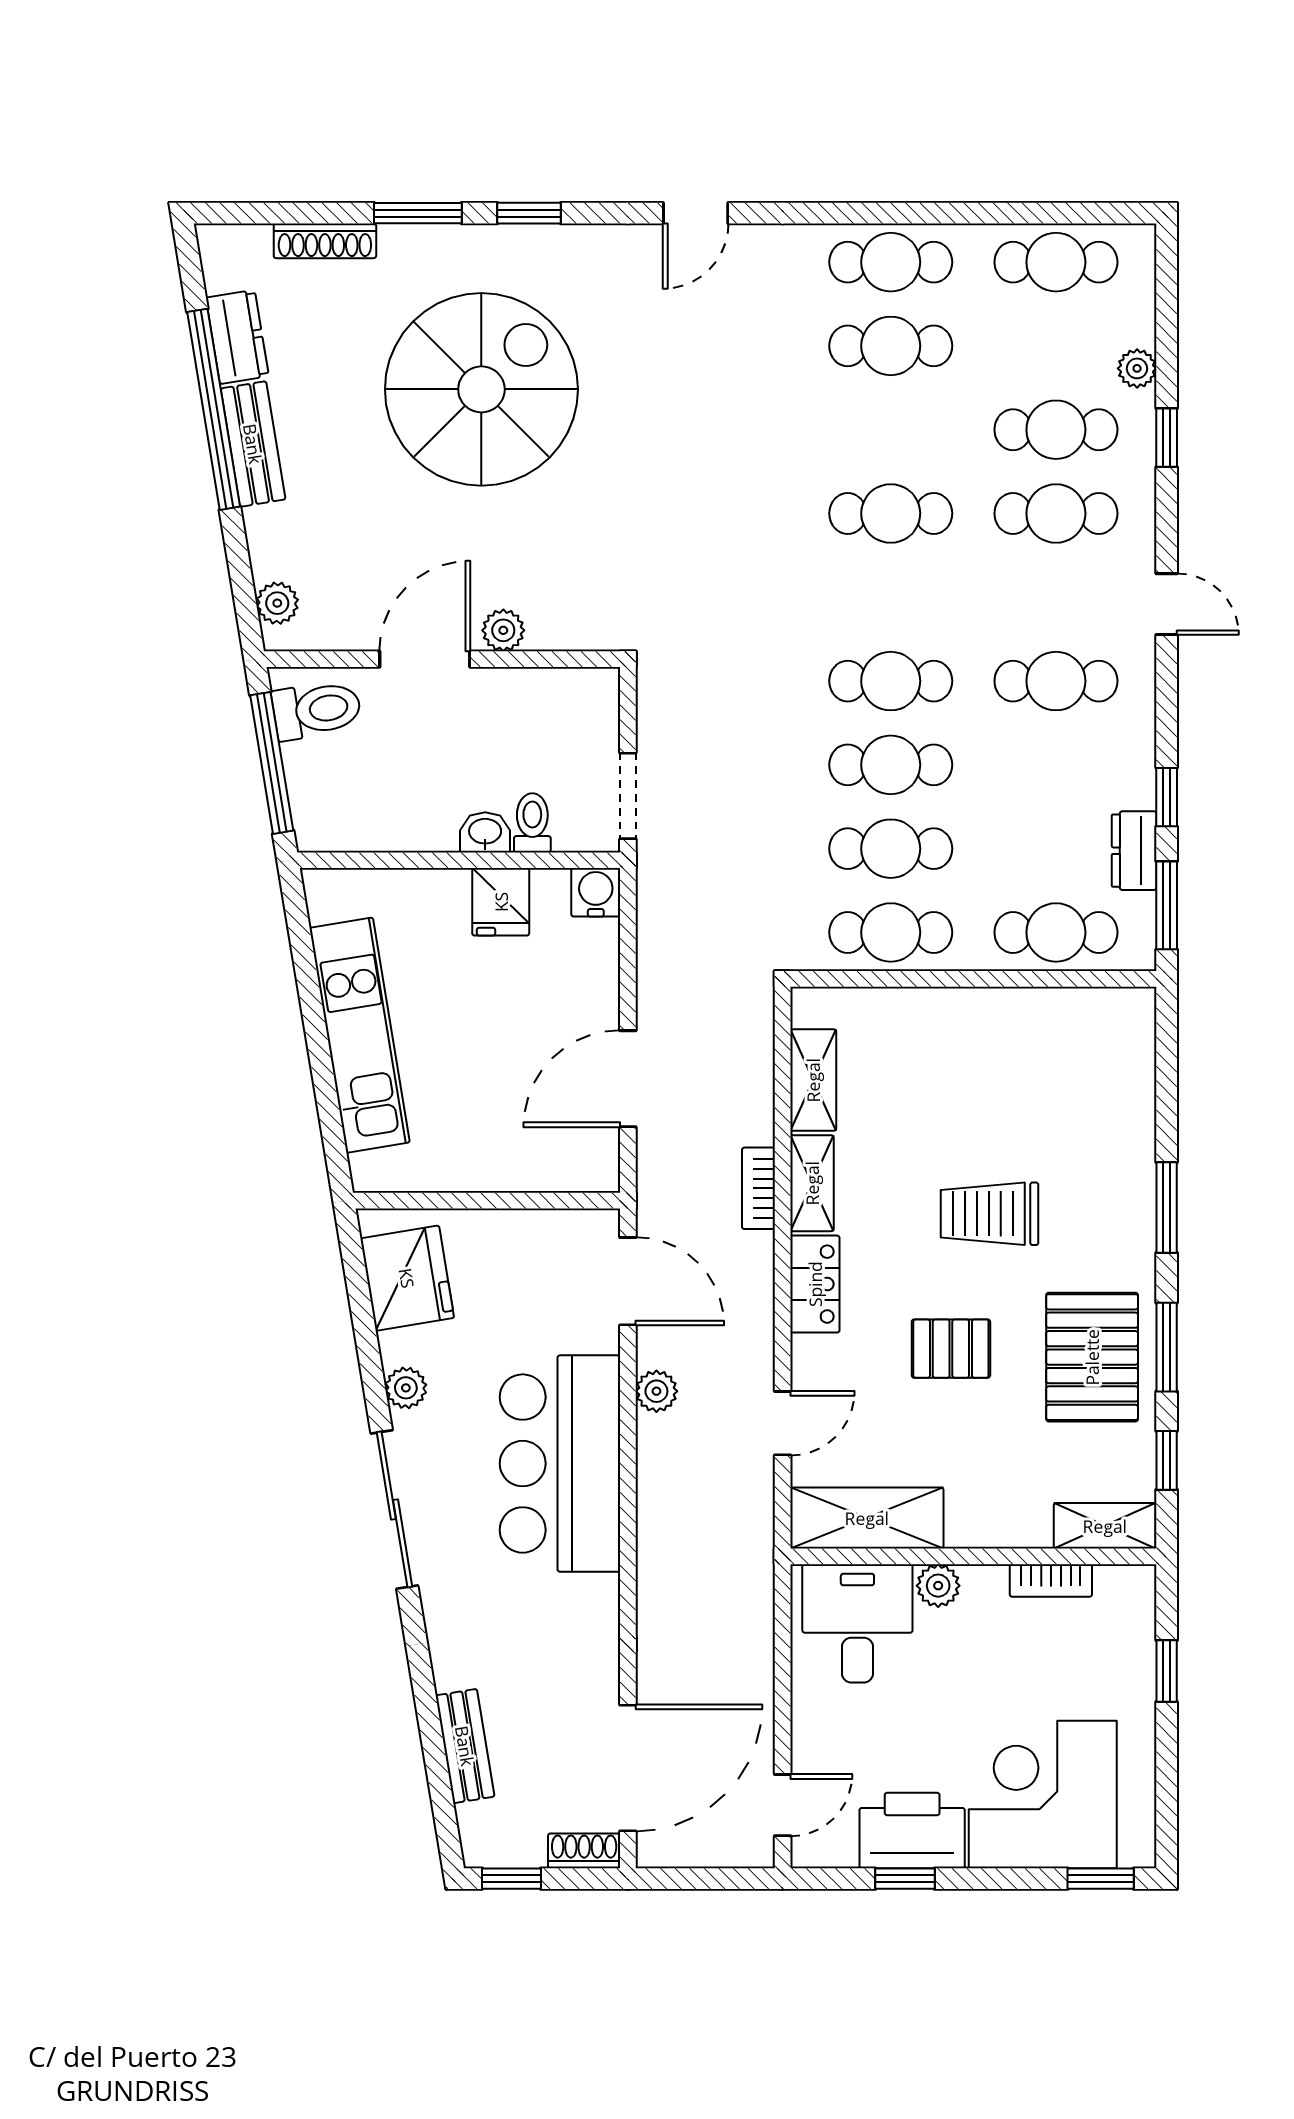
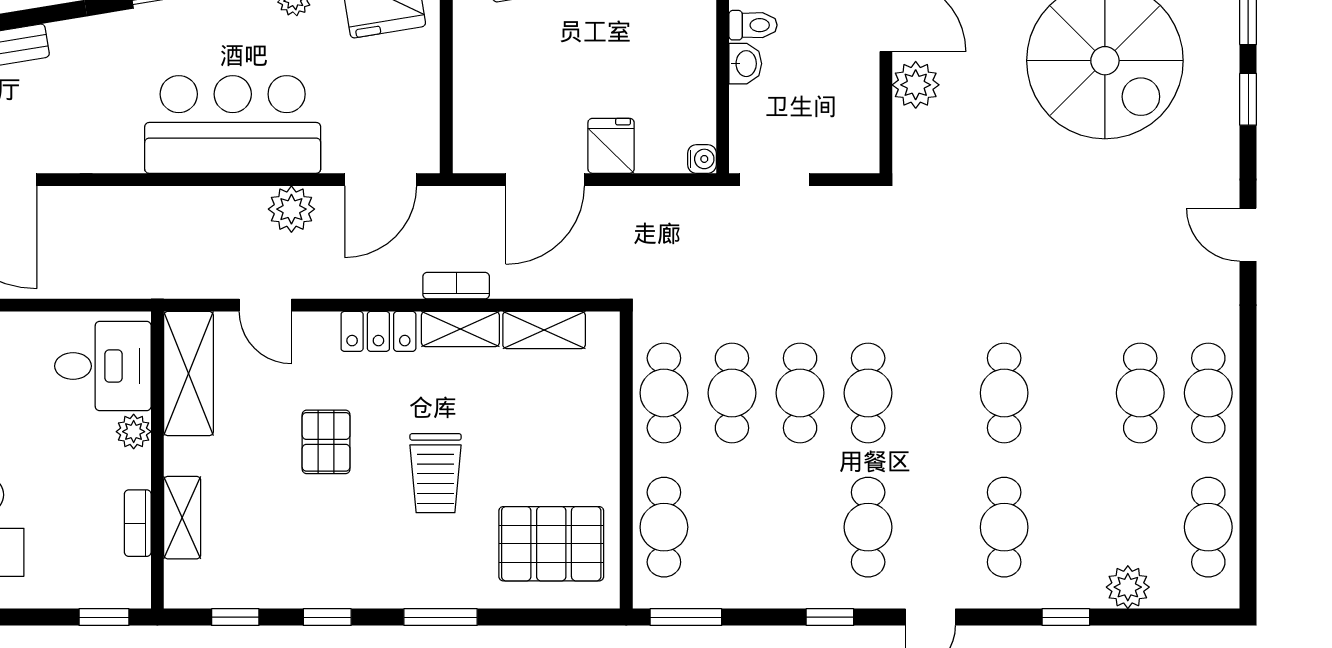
plant: (1137, 368) -> (1128, 587), width x1.38, depth x1.38
cafe table: (1056, 430) -> (1072, 527), removed
plant: (503, 630) -> (916, 85), width x1.38, depth x1.38
window: (1167, 797) -> (830, 617), moved
toilet: (532, 823) -> (753, 25), moved
dresser: (1134, 851) -> (730, 591), removed
water cooler: (596, 892) -> (702, 159), width x0.72, depth x0.72
fridge: (501, 902) -> (611, 146), moved, turned 90
door: (628, 1079) -> (545, 180), swing flipped
trolley: (990, 1214) -> (436, 473), turned 180
window: (1167, 1347) -> (327, 617), width x0.67
pallet: (1092, 1357) -> (551, 544), moved
plant: (656, 1391) -> (291, 209), width x1.38, depth x1.38
shelving: (1105, 1526) -> (182, 518), moved
window: (1167, 1671) -> (104, 617), moved

